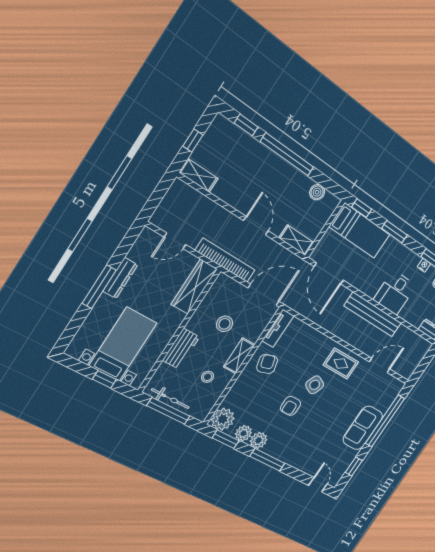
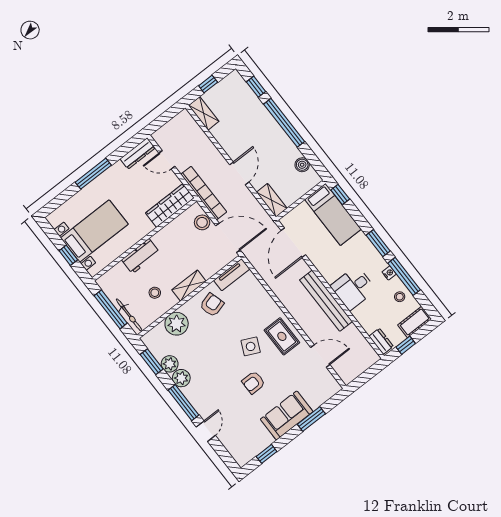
window: (394, 232) -> (378, 243), moved
dresser: (120, 278) -> (138, 153), moved
stool: (225, 324) -> (202, 222), moved
bicycle: (170, 399) -> (129, 315), moved
armchair: (291, 406) -> (253, 382), moved
plant: (223, 419) -> (177, 324), moved
window: (385, 421) -> (311, 419), width x0.47
door: (318, 485) -> (206, 431), moved

